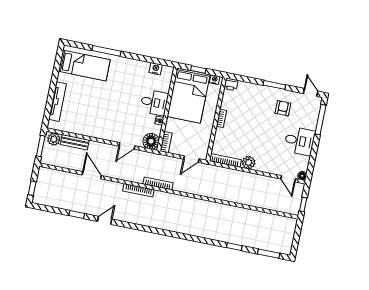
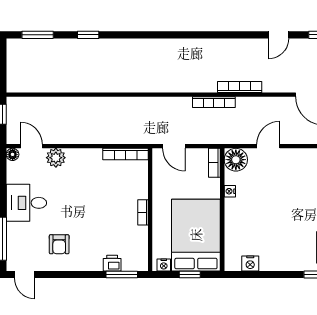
printer: (231, 84) -> (112, 263), moved
window: (274, 85) -> (122, 275), moved
desk: (154, 103) -> (243, 215), removed
door: (191, 159) -> (174, 146), swing flipped
plant: (249, 163) -> (56, 158), moved

